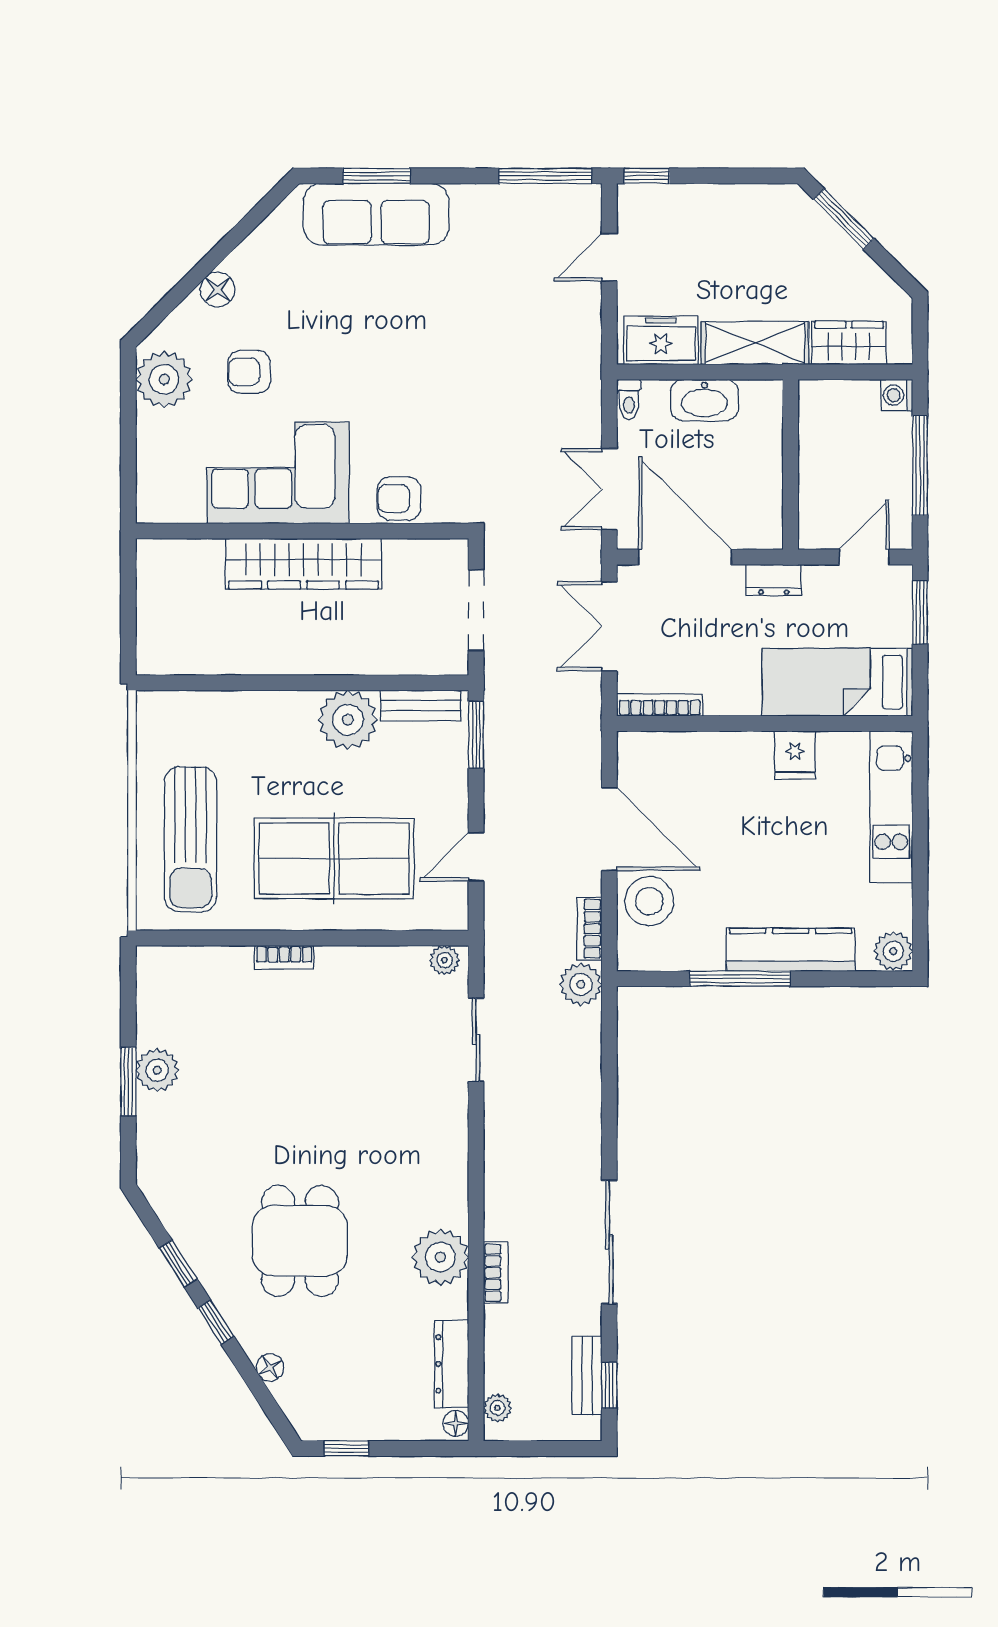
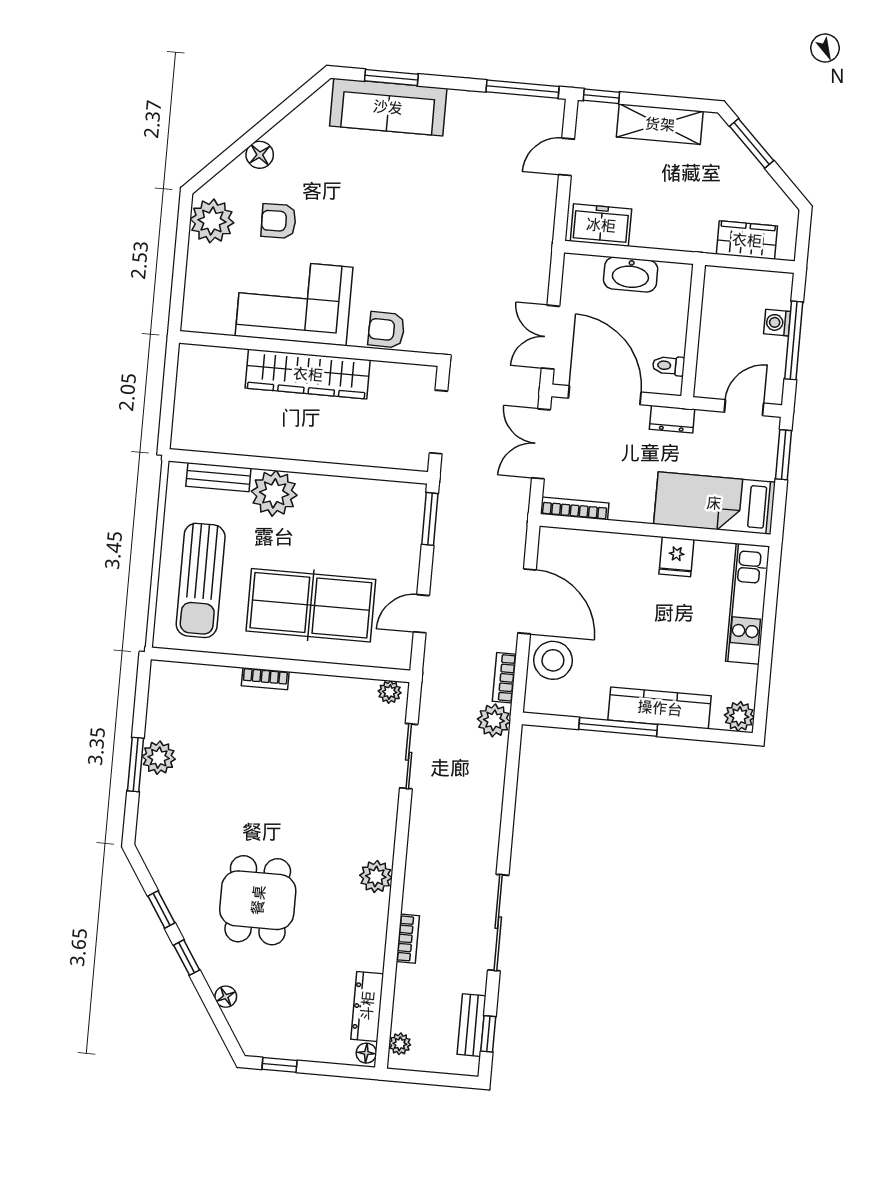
shelving: (755, 343) -> (660, 124), moved
washing machine: (897, 395) -> (777, 323), moved
toilet: (629, 399) -> (669, 366), moved, turned 90
bench: (421, 706) -> (218, 477), moved
plant: (348, 720) -> (274, 493), moved
plant: (440, 1257) -> (376, 877), moved, width x0.73, depth x0.73

